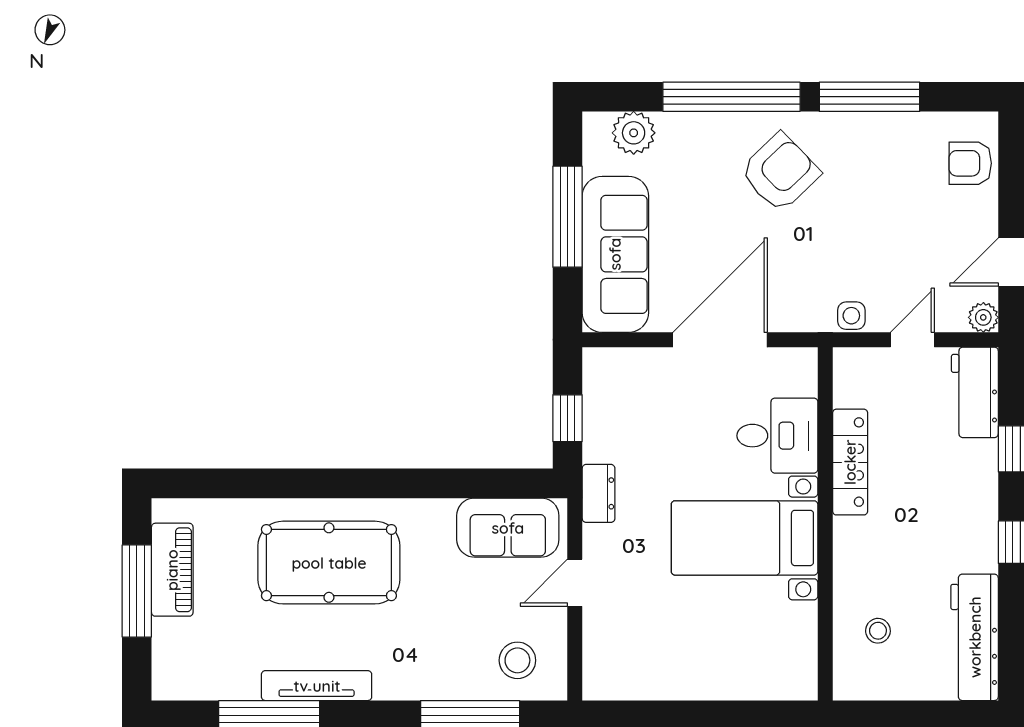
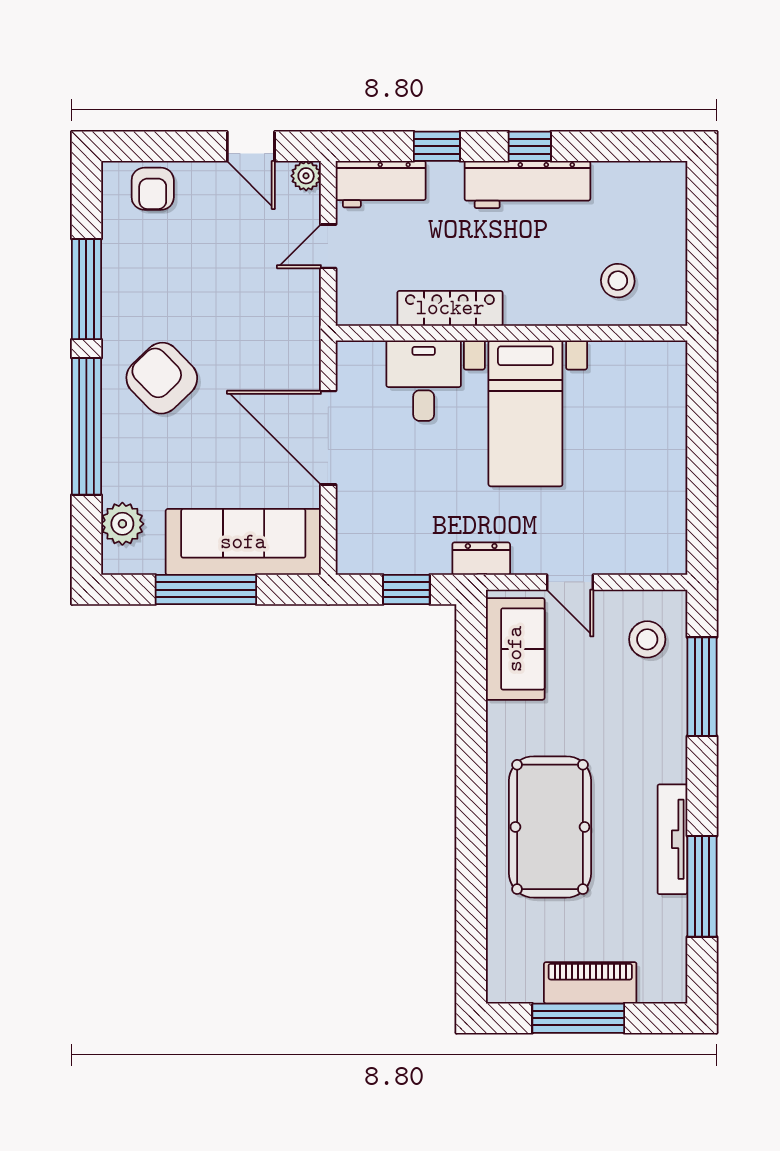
side table: (851, 316) -> (304, 307), removed
door: (912, 340) -> (328, 246), hinge flipped
piano: (172, 570) -> (590, 983), moved
stool: (878, 631) -> (618, 281), width x1.37, depth x1.37
workbench: (975, 637) -> (527, 185), moved

